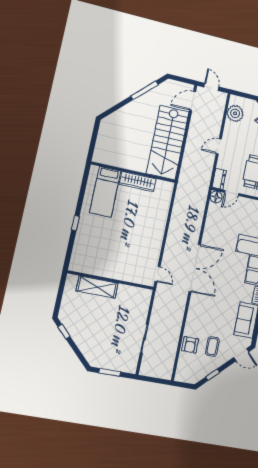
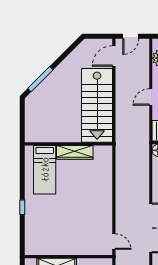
door: (211, 87) -> (131, 36), swing flipped
window: (144, 90) -> (40, 79), moved

